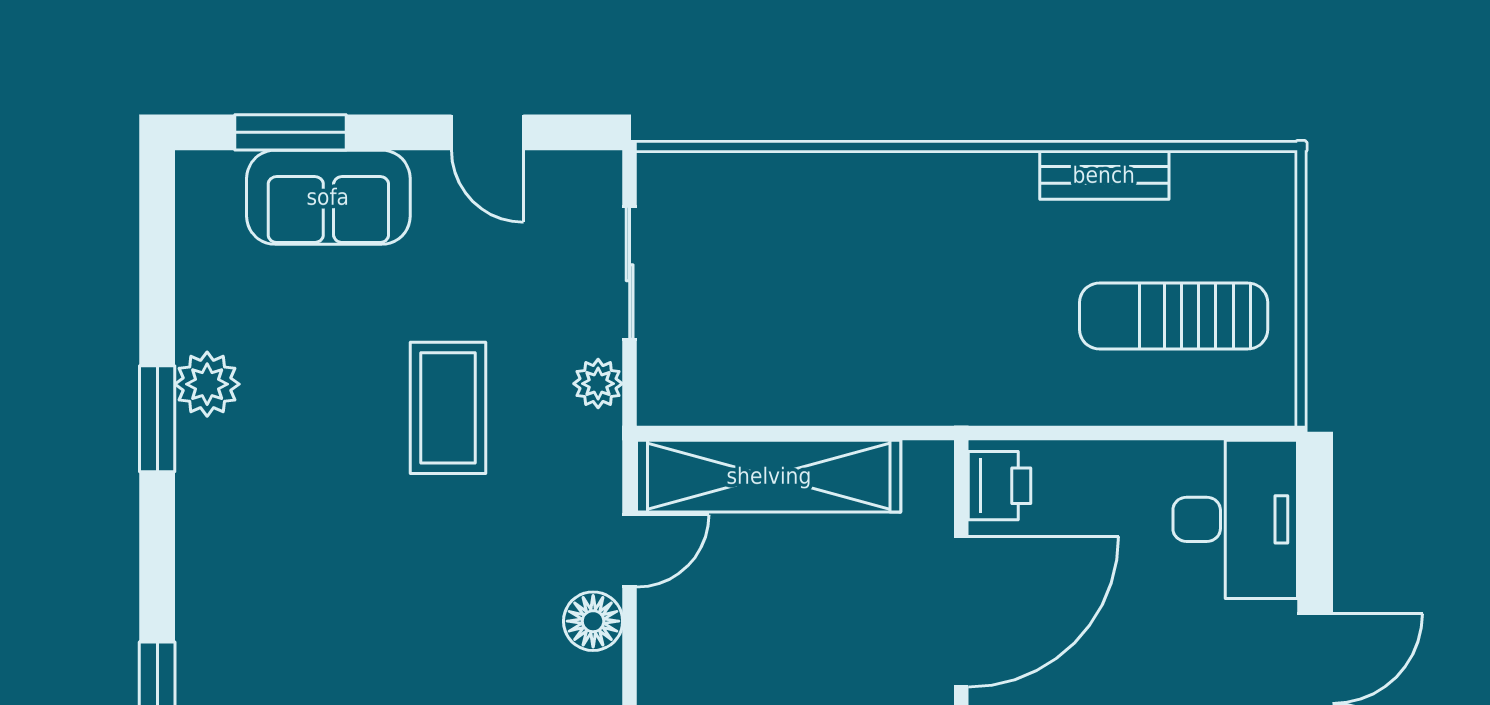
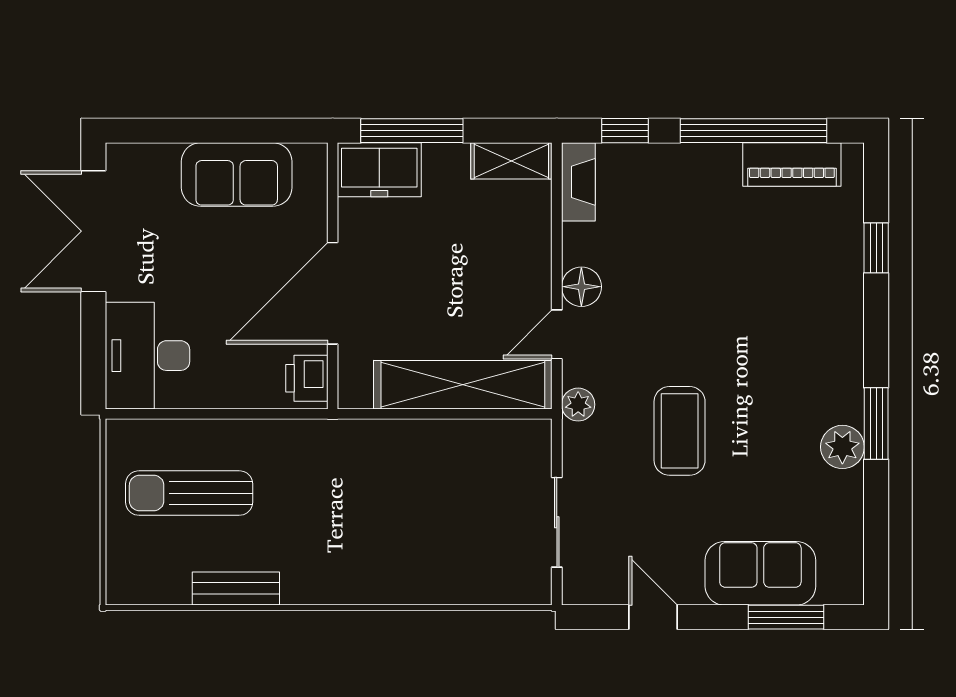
sun lounger: (1174, 316) -> (189, 493), turned 180
plant: (598, 384) -> (578, 405), moved

